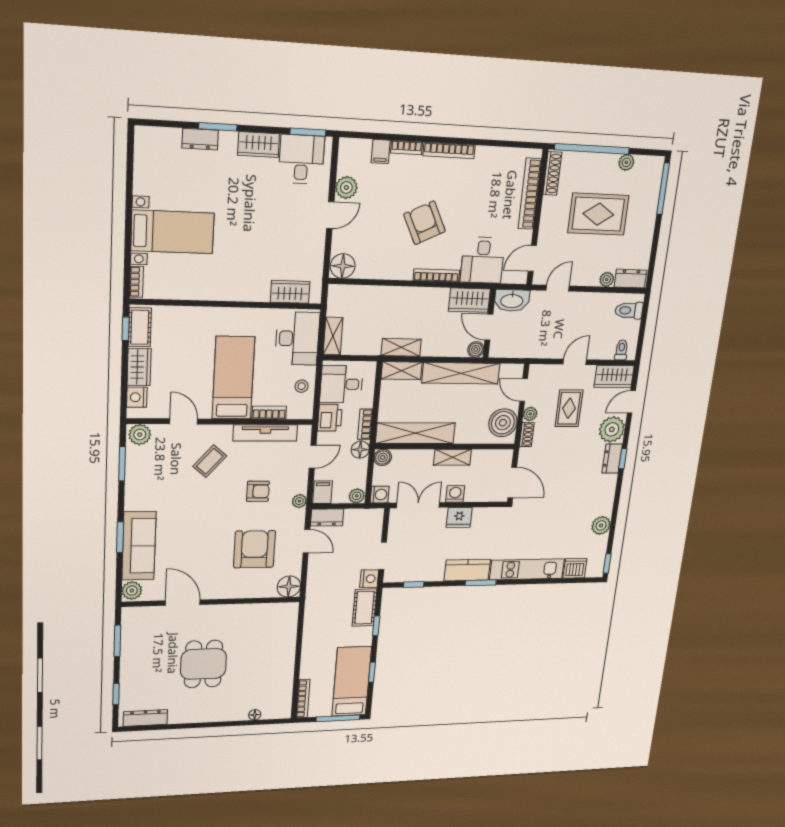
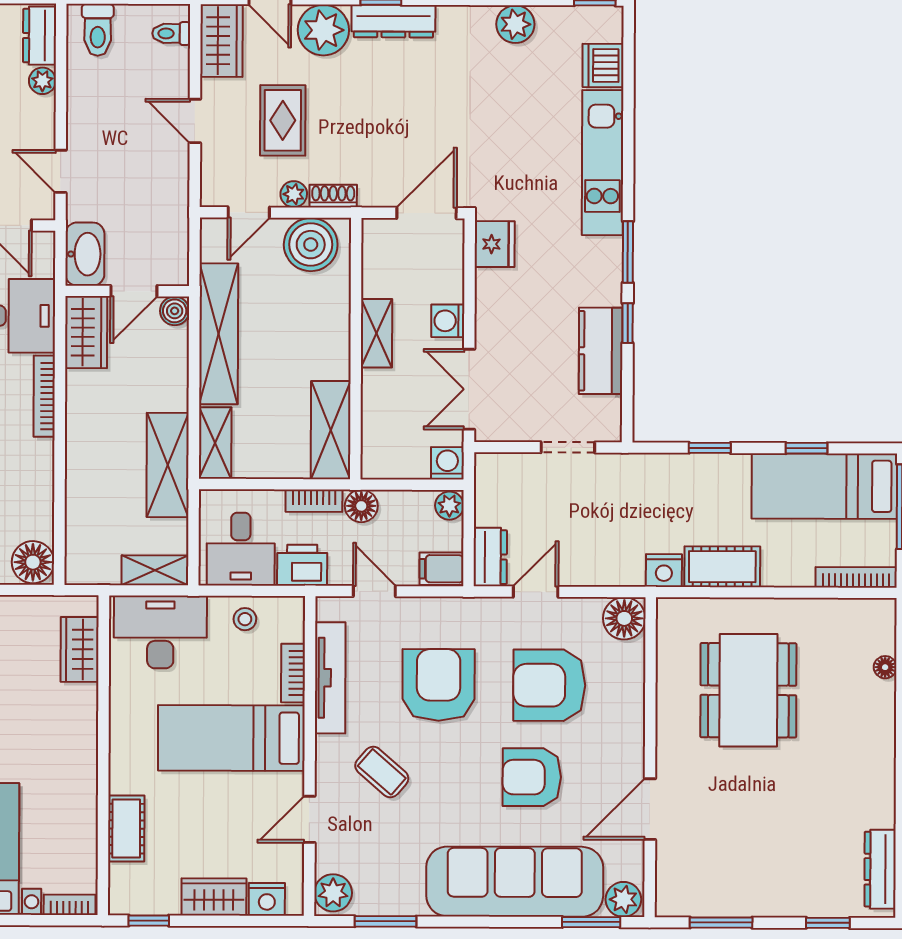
cot: (140, 327) -> (126, 829), moved, turned 90
shelving: (401, 347) -> (168, 465), width x1.50, depth x1.33
rug: (569, 408) -> (283, 120), turned 90
shelving: (415, 433) -> (331, 430), width x0.68
boiler: (383, 457) -> (376, 464), removed
dresser: (612, 459) -> (393, 21), width x1.44
armchair: (258, 491) -> (439, 685), width x1.88, depth x1.88
plant: (299, 501) -> (458, 610), removed
fridge: (459, 518) -> (495, 244), moved
window: (120, 537) -> (591, 922), moved
armchair: (203, 541) -> (532, 777), added
sofa: (139, 546) -> (515, 882), width x1.36, depth x1.27
kitchen counter: (467, 570) -> (601, 351), moved
nightstand: (369, 579) -> (664, 571), moved, turned 180
window: (414, 585) -> (628, 323), moved
cot: (365, 608) -> (722, 567), moved
dining table: (203, 664) -> (748, 690), moved, width x1.38

